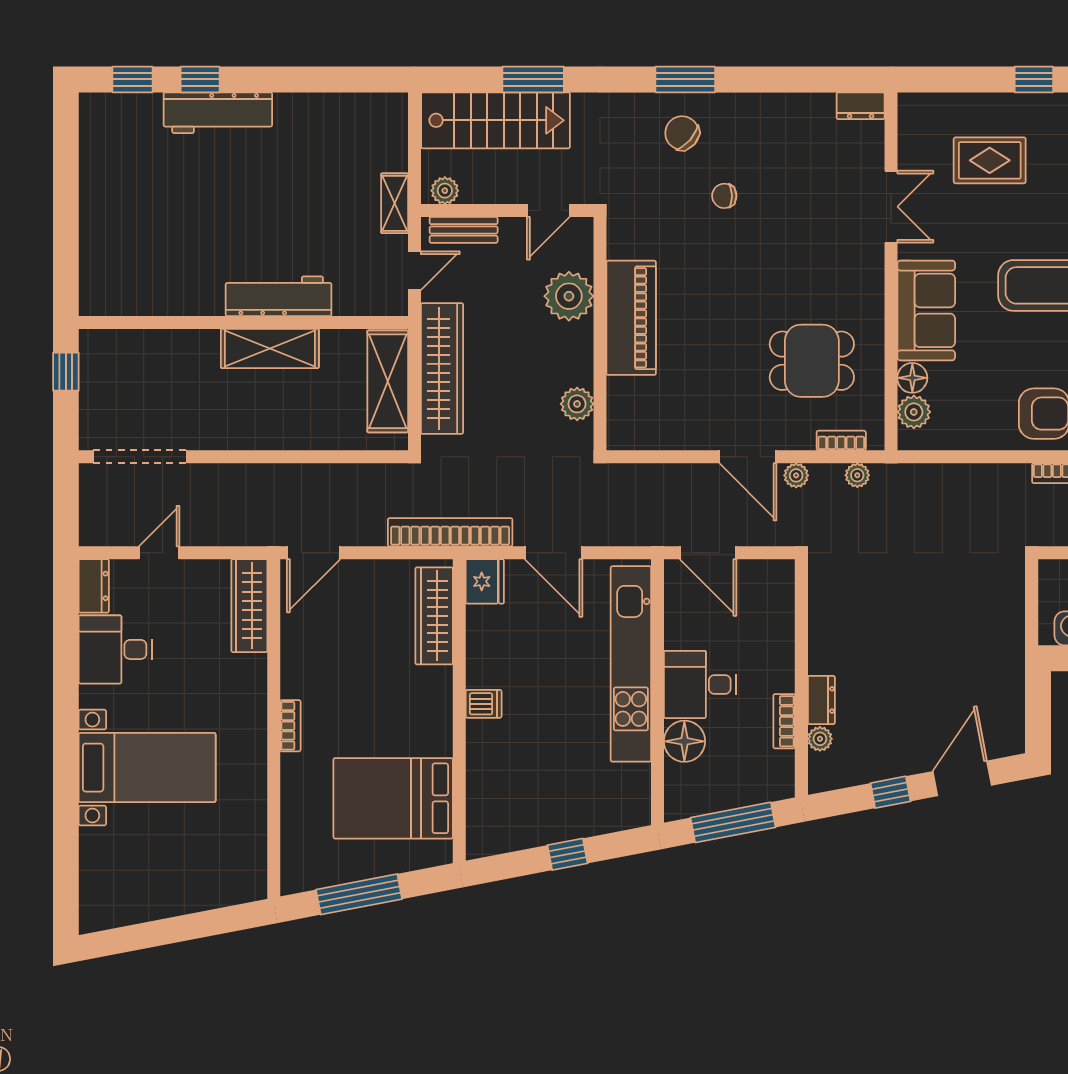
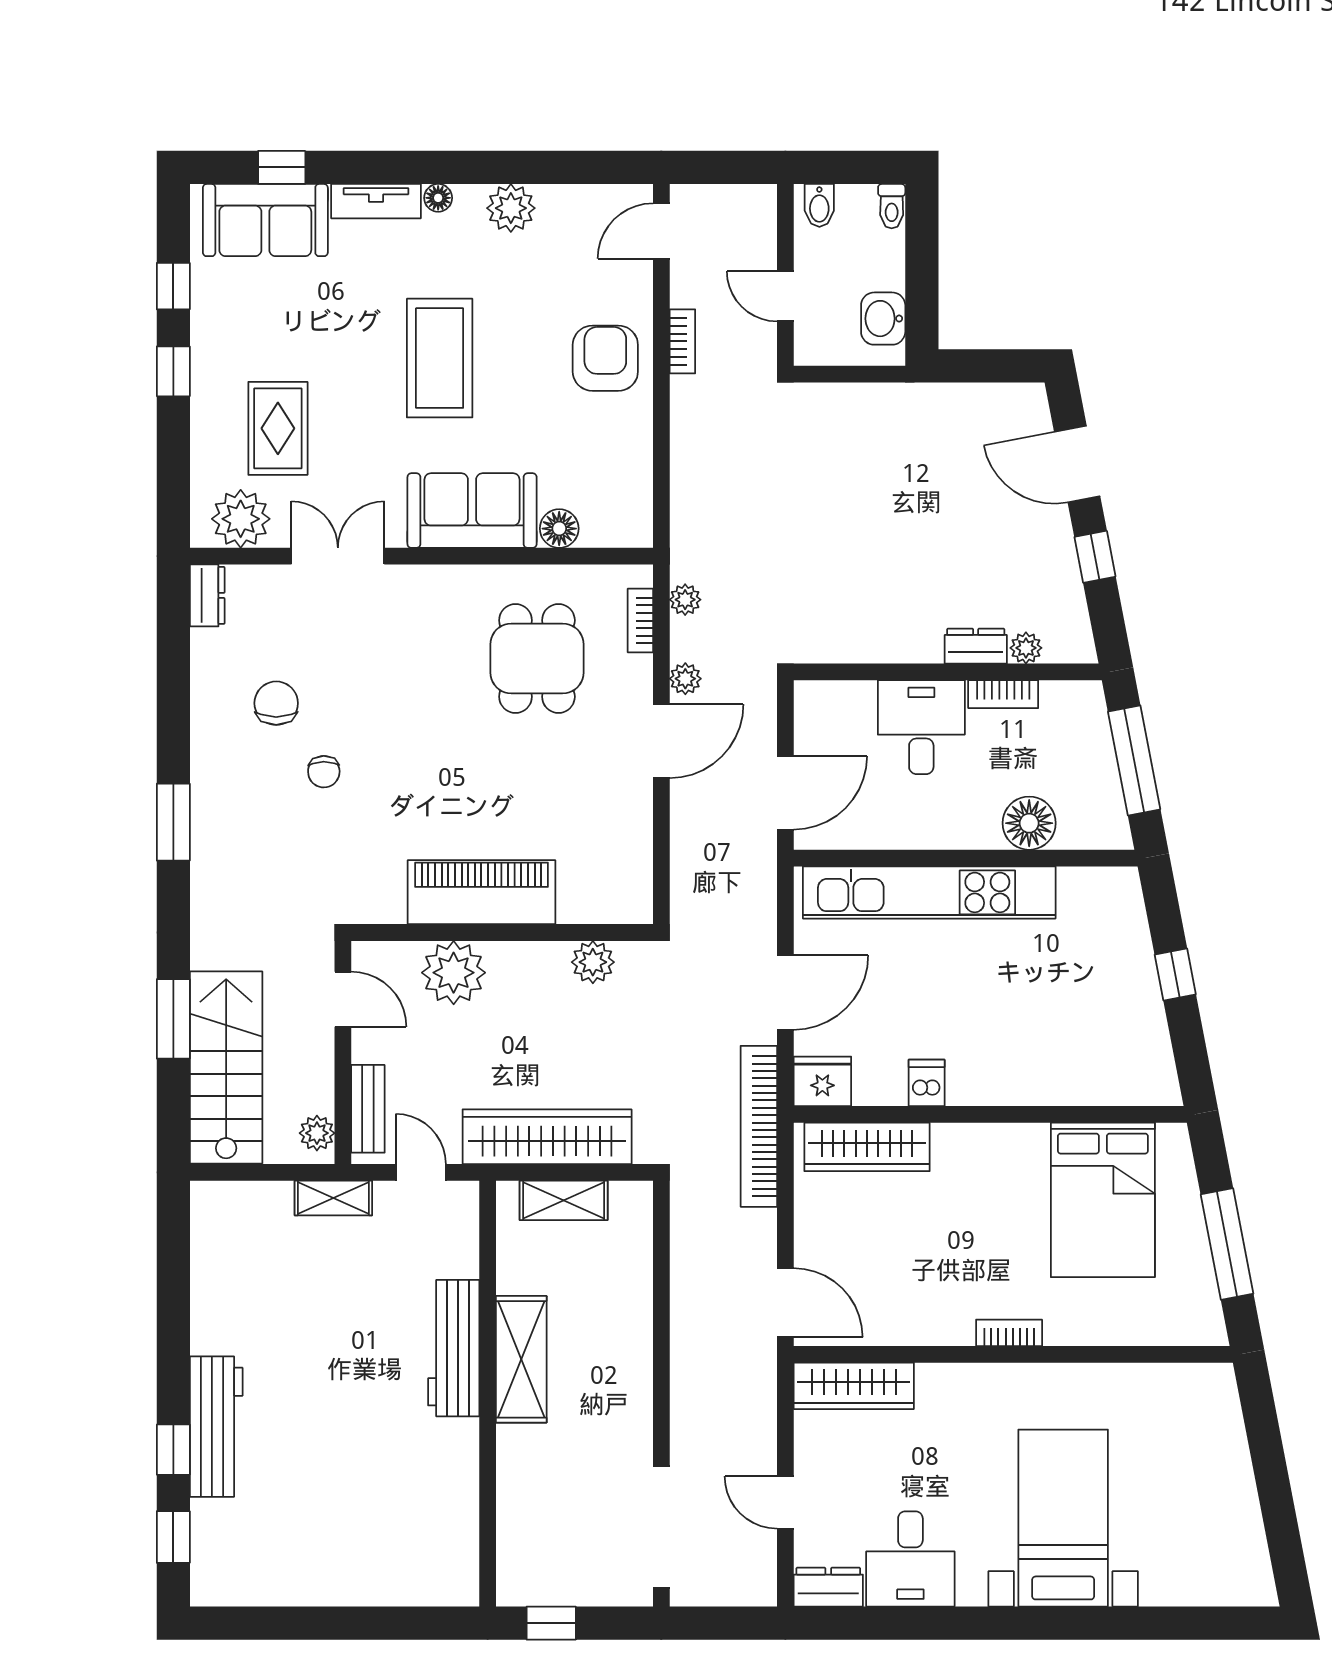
chair: (682, 133) -> (276, 703), moved, turned 139
shelving: (388, 381) -> (564, 1200), width x0.67, depth x0.75
plant: (914, 412) -> (241, 519), moved, width x1.36, depth x1.36
desk: (700, 684) -> (921, 727), moved, turned 180
dishwasher: (484, 704) -> (927, 1083), moved

